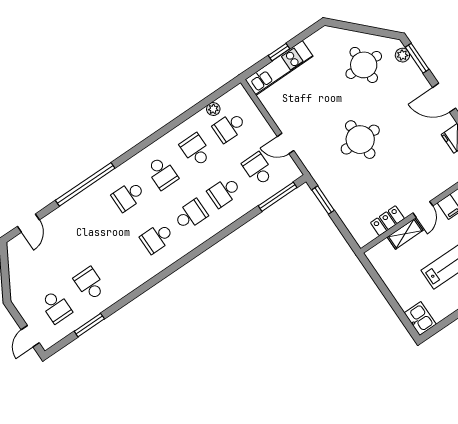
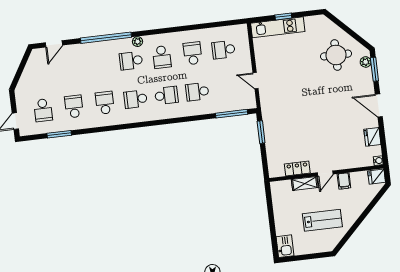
plant: (213, 109) -> (137, 42), moved
round table: (360, 140) -> (307, 104), removed
school desk: (258, 169) -> (105, 103), moved

